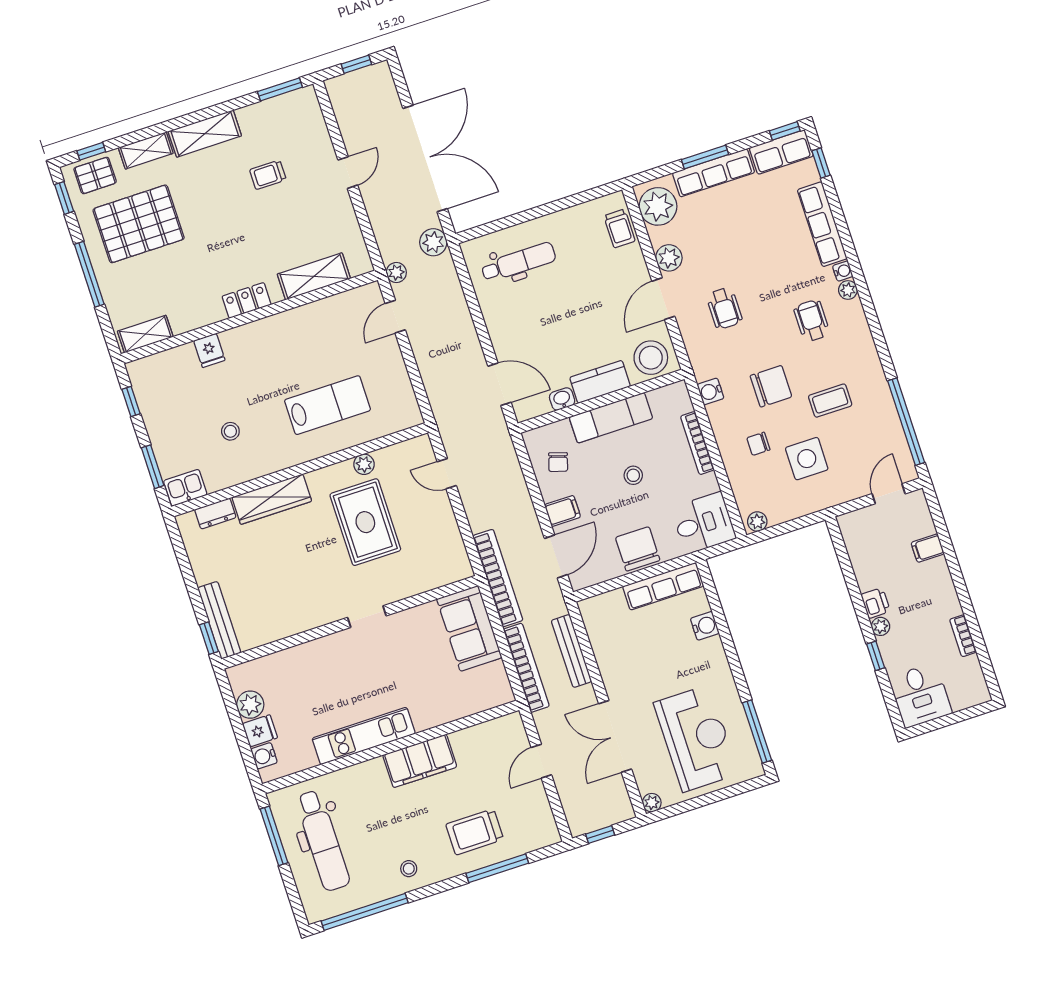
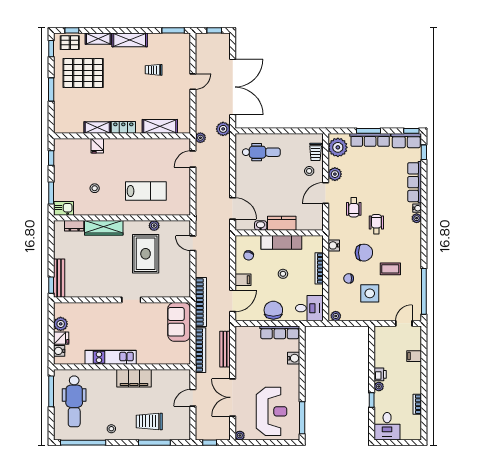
window: (89, 274) -> (51, 90), width x0.69
wheelchair: (812, 321) -> (376, 224), moved
shelving: (145, 334) -> (97, 128), moved
stool: (651, 358) -> (309, 171), moved, width x0.53, depth x0.53

